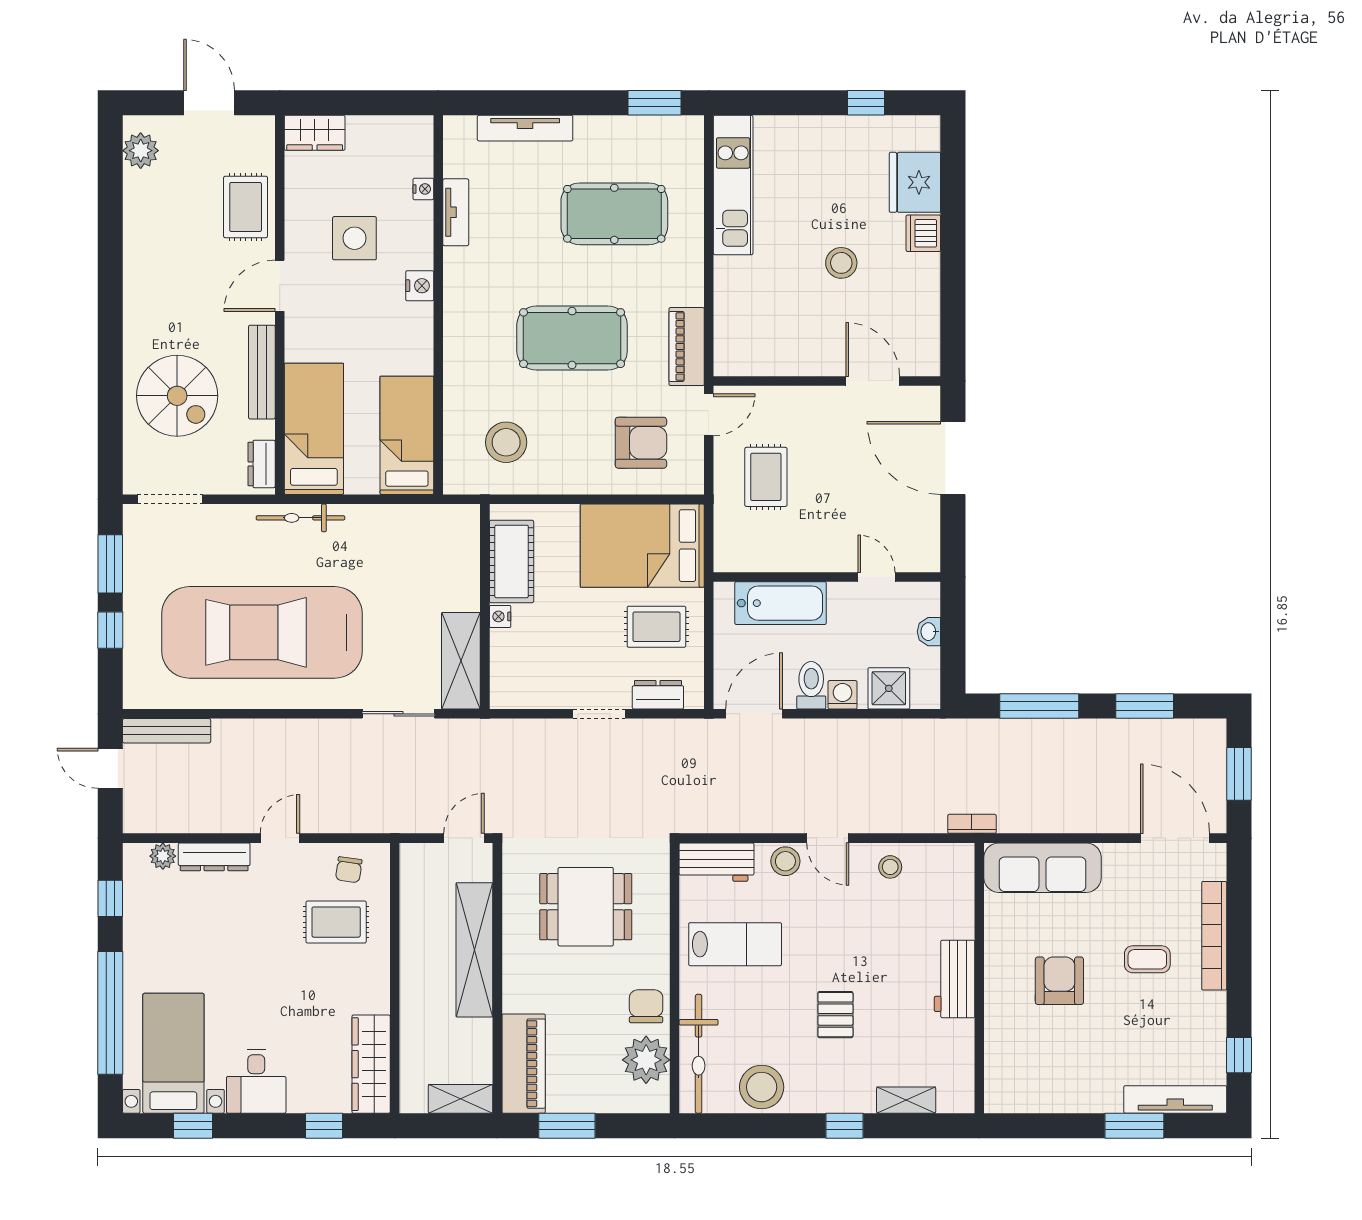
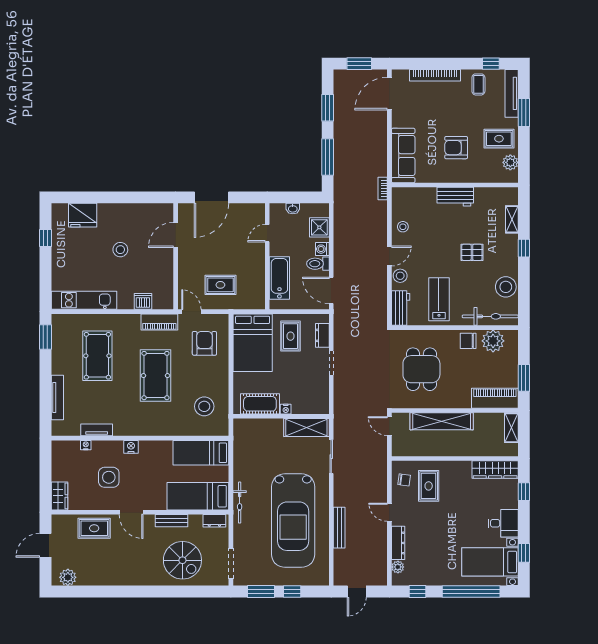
dishwasher: (923, 233) -> (143, 301), moved, turned 180
bench: (262, 372) -> (171, 521), width x0.73
spiral stairs: (177, 396) -> (182, 560), turned 90
bench: (167, 731) -> (339, 528), moved
coffee table: (1147, 959) -> (478, 84), moved
rug: (1079, 1072) -> (499, 139), added
plant: (1028, 1097) -> (510, 162), added

